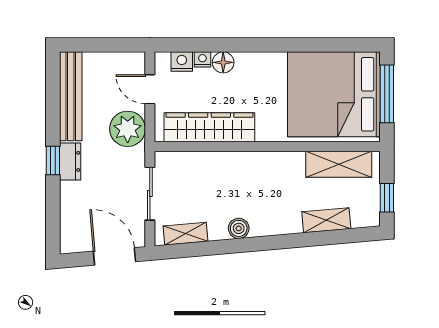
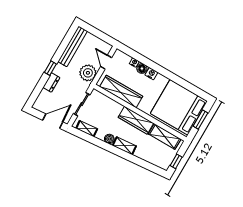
nightstand: (182, 62) -> (151, 74), moved
window: (387, 94) -> (200, 119), width x0.69
dresser: (70, 161) -> (51, 82), moved
wardrobe: (268, 165) -> (136, 120), added
shelving: (326, 220) -> (124, 146), moved
door: (115, 256) -> (53, 121), hinge flipped

